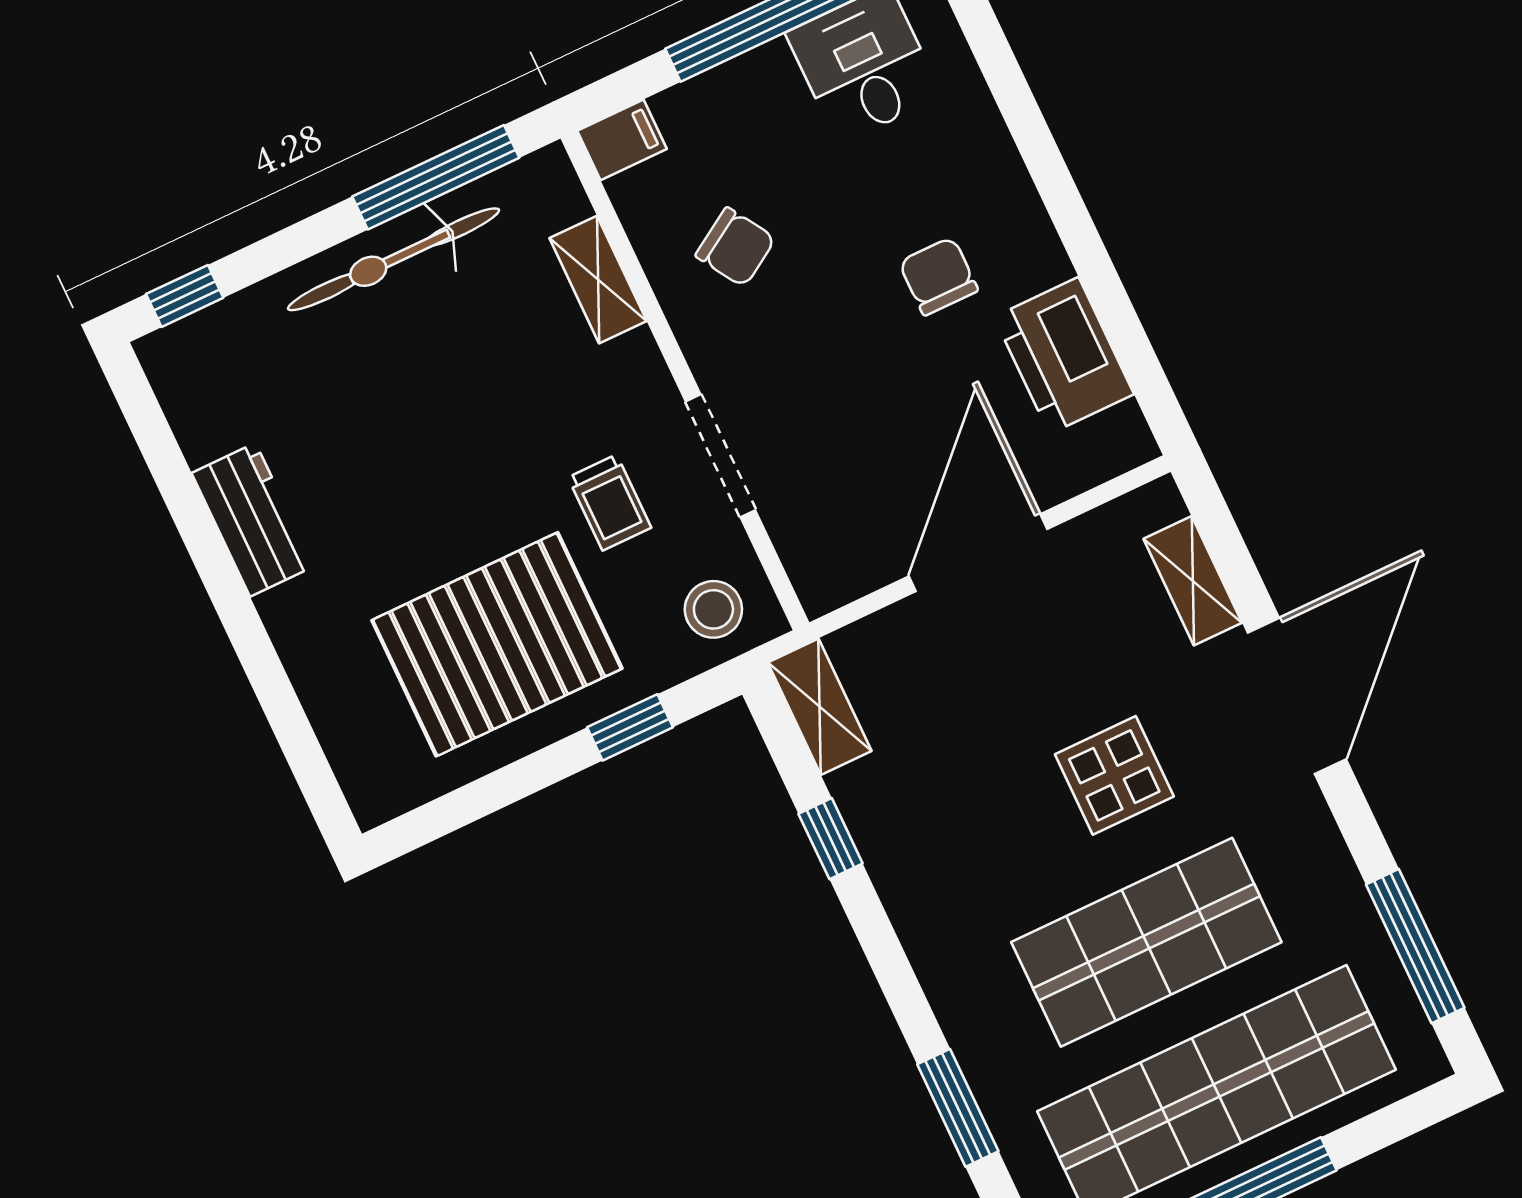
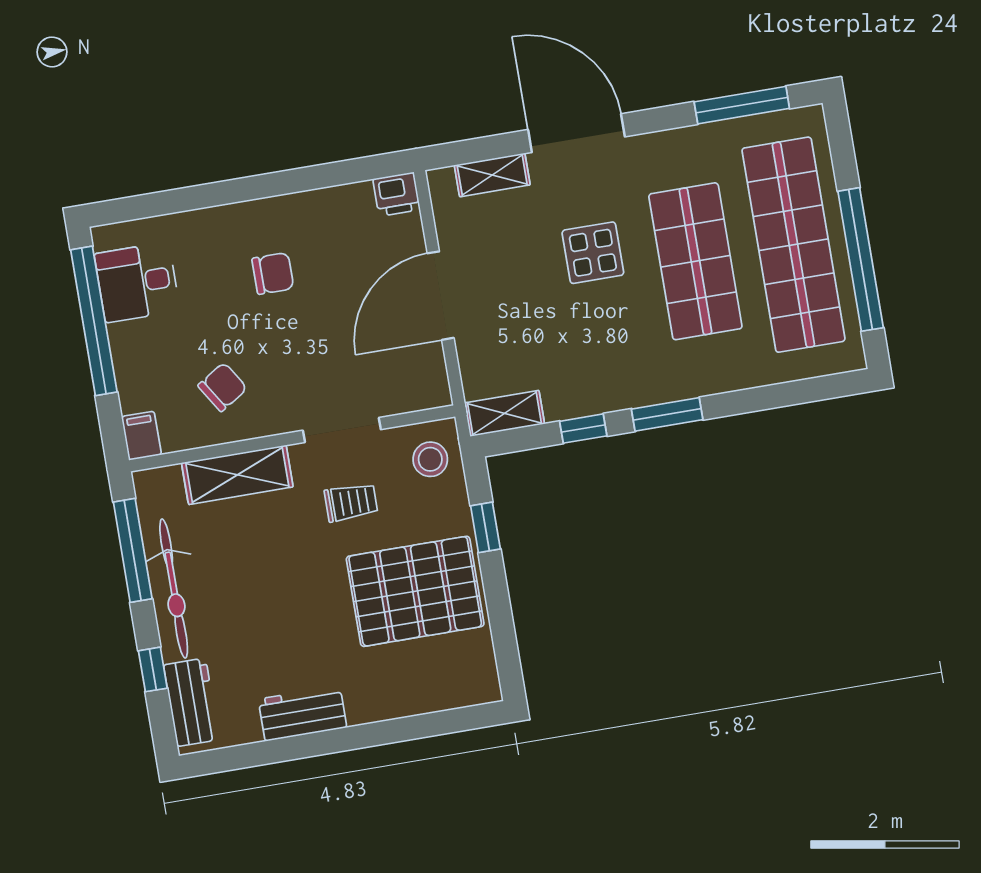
chair: (938, 276) -> (273, 273), turned 180
shelving: (598, 280) -> (237, 475), width x1.50, depth x1.33
window: (185, 296) -> (153, 669), moved
workbench: (221, 338) -> (191, 702), added
printer: (1064, 356) -> (396, 194), moved, width x0.53, depth x0.68
door: (978, 553) -> (441, 296), hinge flipped
pallet: (497, 644) -> (415, 591), turned 90
window: (958, 1108) -> (667, 414), moved

